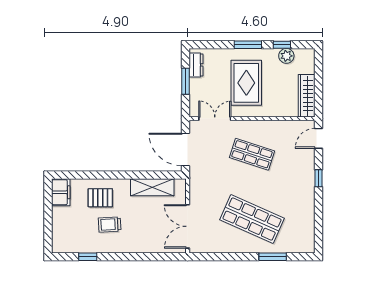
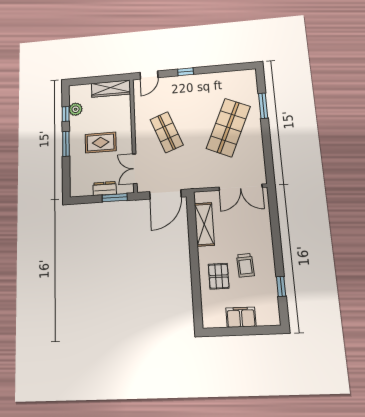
dresser: (196, 65) -> (105, 188), moved
window: (185, 81) -> (115, 198), moved
rug: (246, 83) -> (101, 143), width x0.73, depth x0.70
door: (319, 138) -> (149, 75), hinge flipped
shop shelf: (252, 154) -> (167, 132), turned -39
filing cabinet: (61, 192) -> (241, 317), moved

